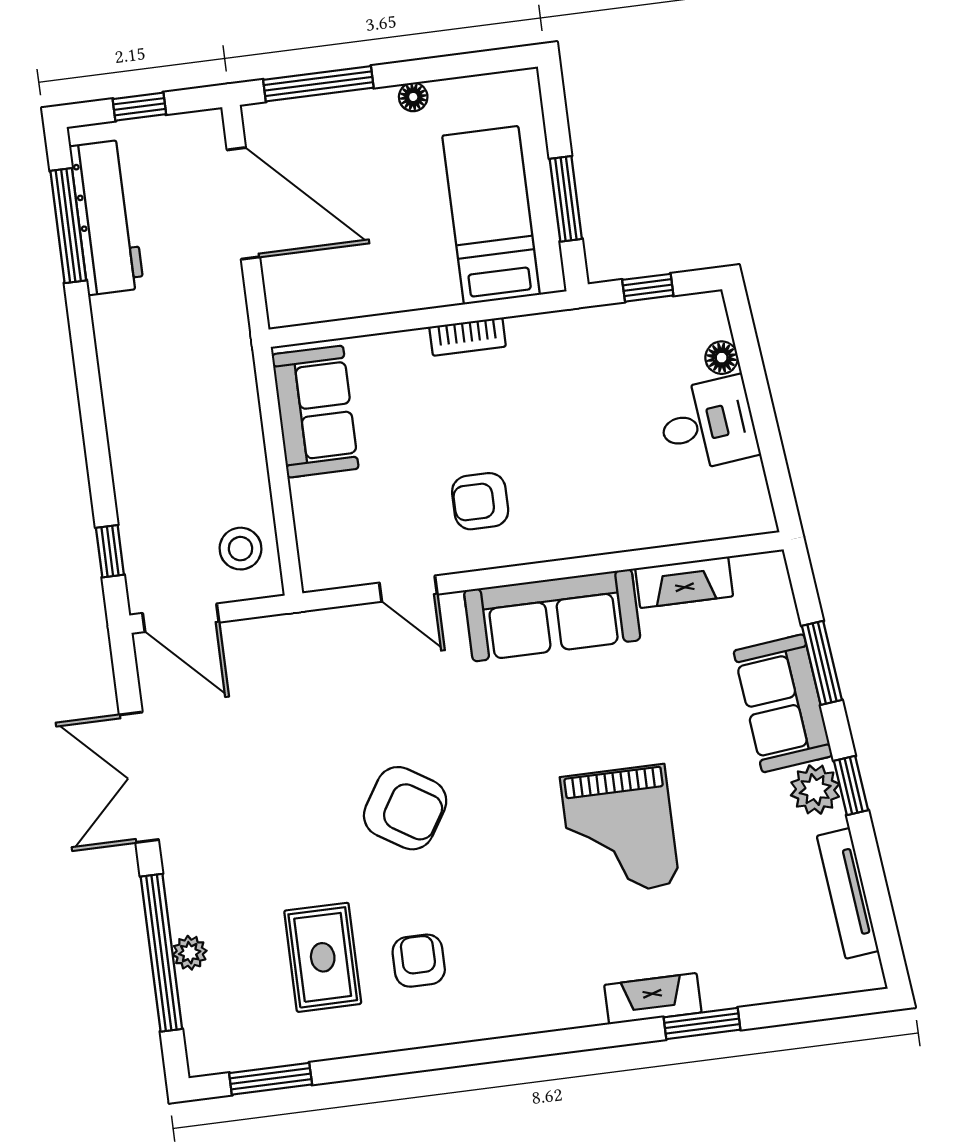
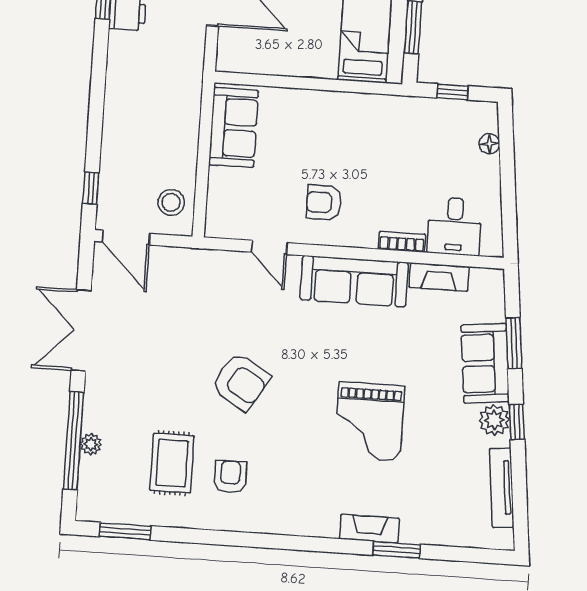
bookcase: (468, 337) -> (402, 242), moved, turned 180
desk: (708, 424) -> (454, 226), moved, turned 96

